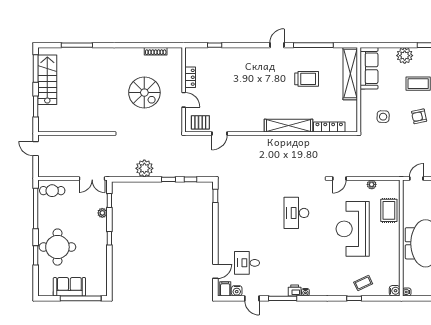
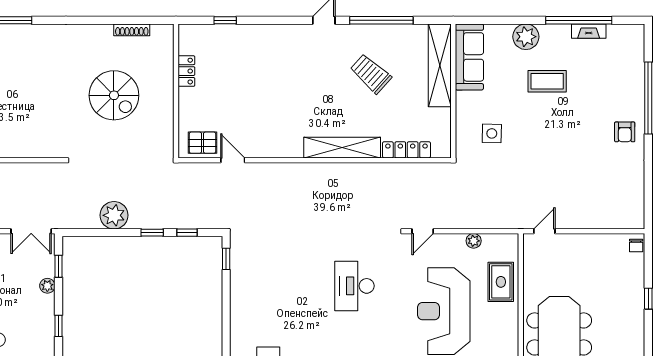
trolley: (307, 79) -> (371, 74), turned -138
door: (184, 100) -> (176, 107), removed
armchair: (419, 116) -> (549, 133), removed
door: (219, 134) -> (233, 160), swing flipped

